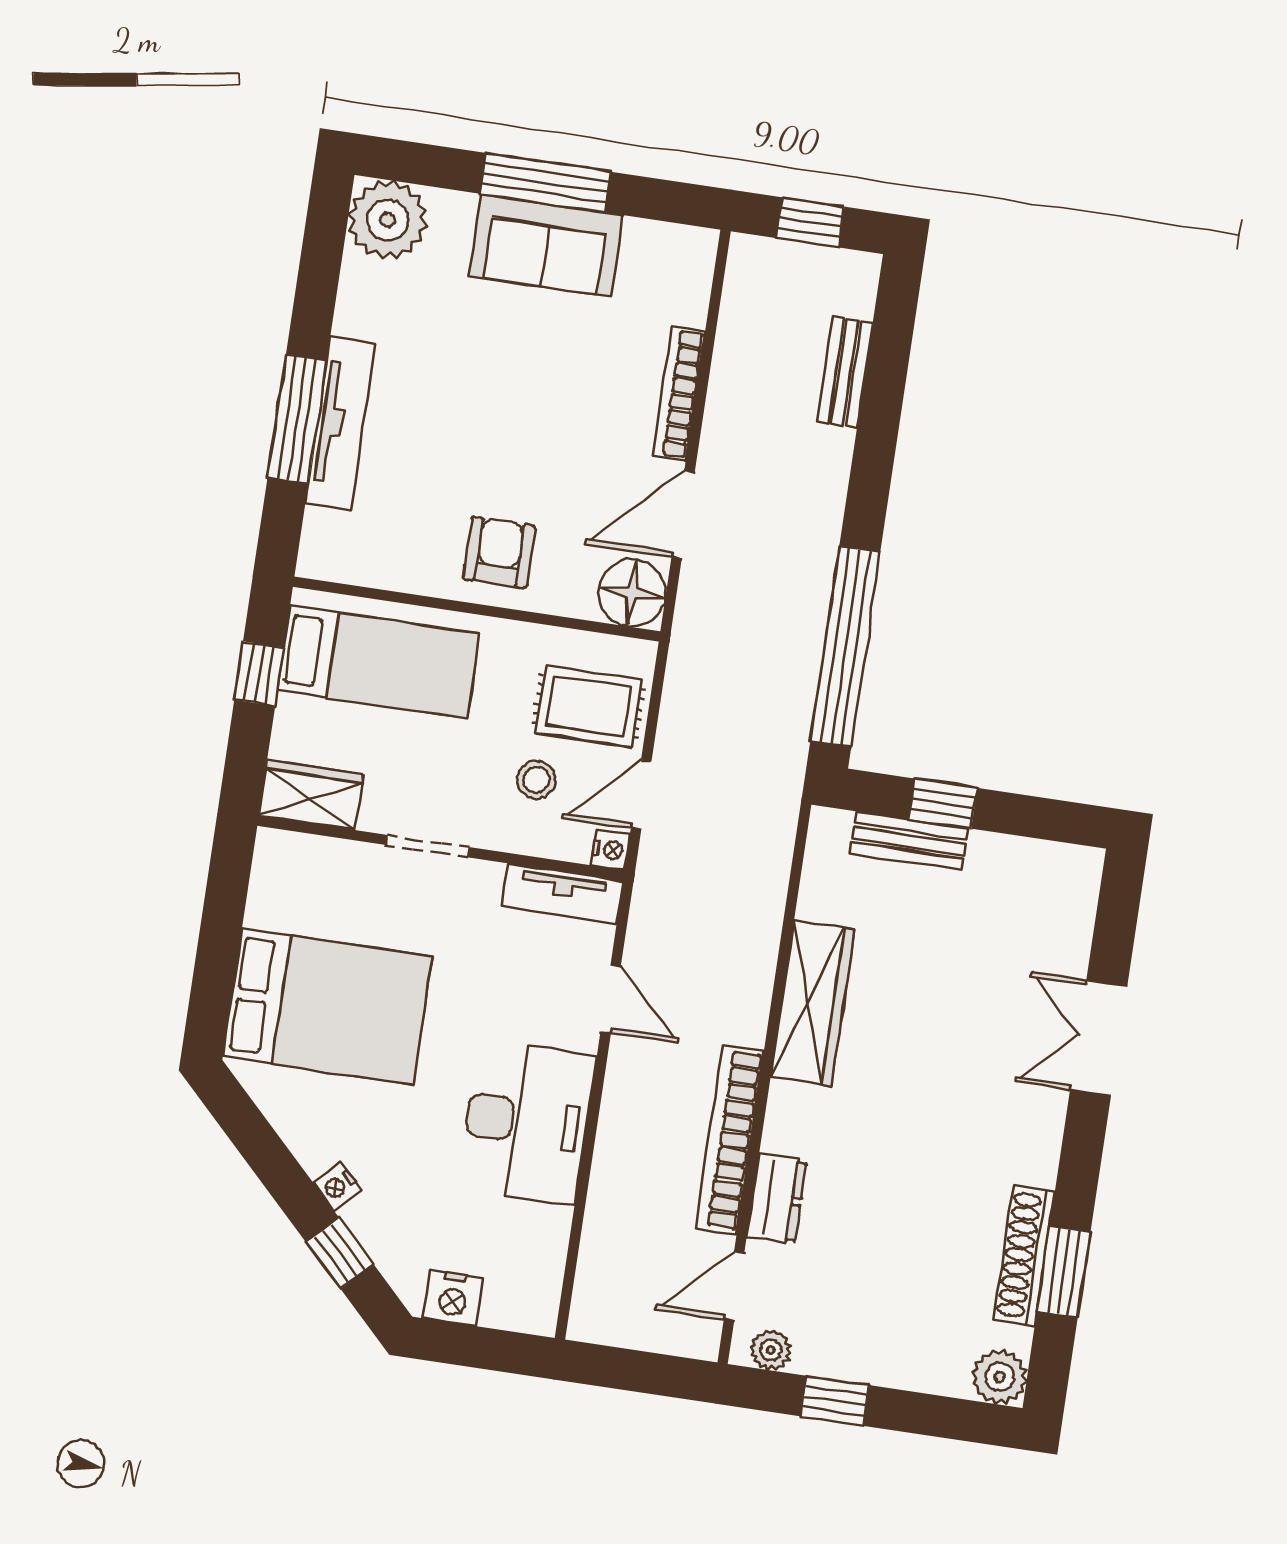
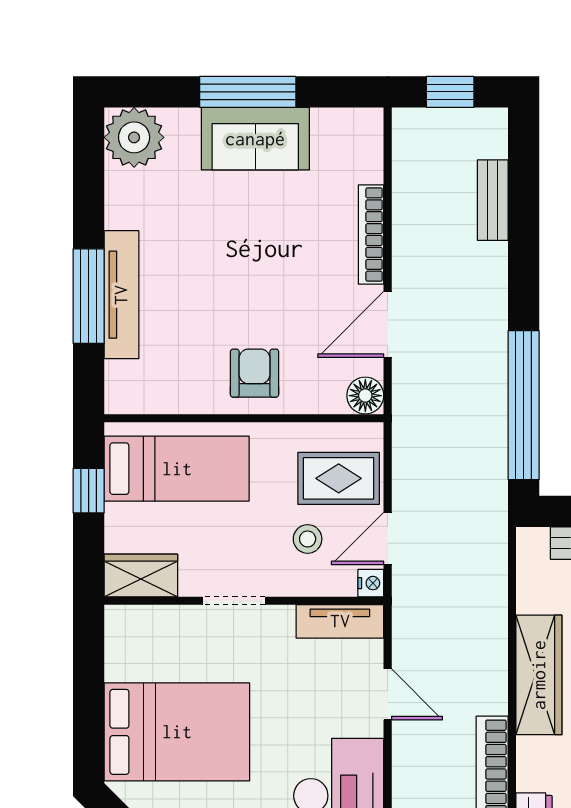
floor lamp: (632, 593) -> (365, 396), width x0.73, depth x0.73

